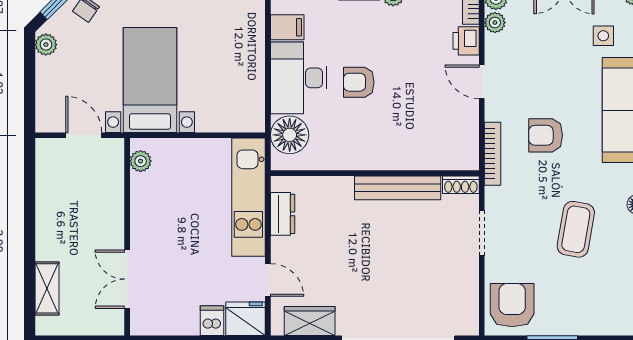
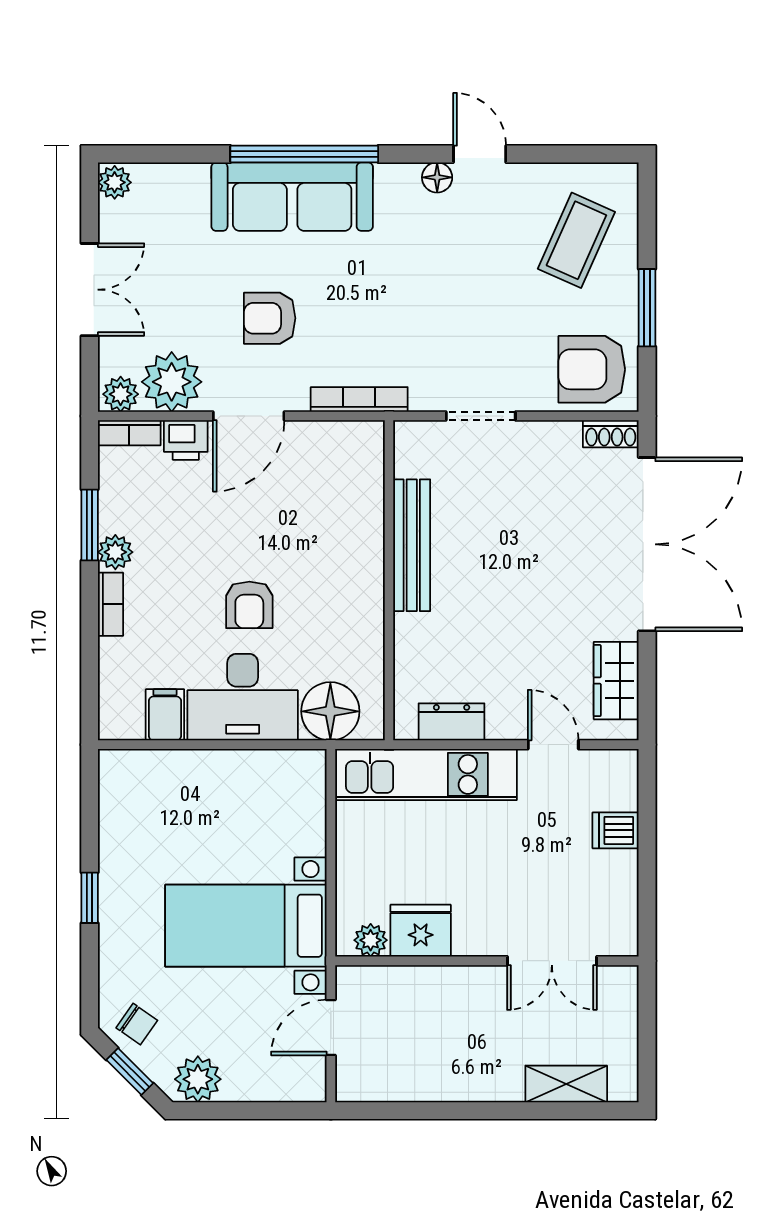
plant: (495, 23) -> (172, 382), width x1.87, depth x1.87
side table: (603, 36) -> (178, 229), removed
plant: (46, 45) -> (198, 1079), width x1.38, depth x1.38
door: (482, 82) -> (249, 416), width x1.37
armchair: (546, 135) -> (270, 318), moved, turned 90
shoe rack: (461, 185) -> (611, 434), moved, turned 90
coffee table: (576, 229) -> (576, 240), moved, turned -76
door: (268, 280) -> (553, 745), hinge flipped
fridge: (245, 319) -> (421, 931), moved, turned 90

